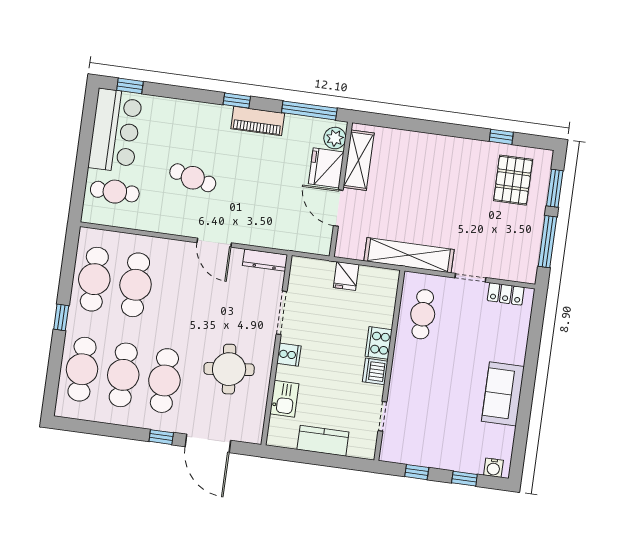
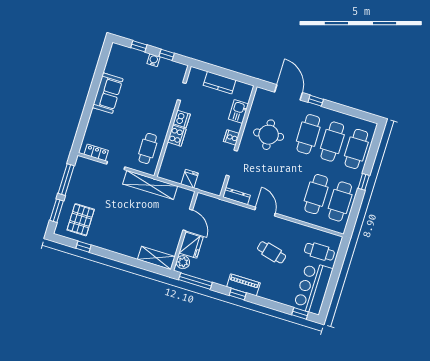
piano: (258, 121) -> (243, 285), moved
shelving: (359, 160) -> (156, 258), moved, turned 90
water cooler: (493, 468) -> (153, 60), moved

